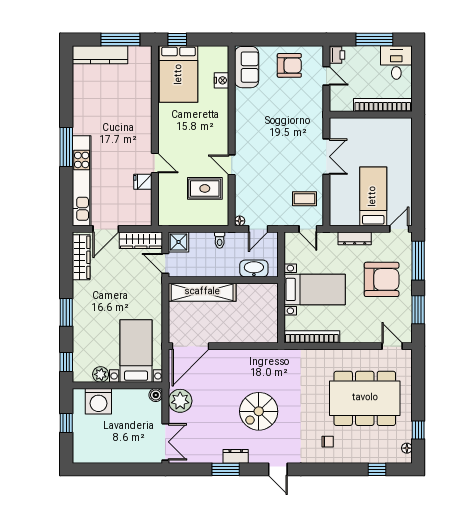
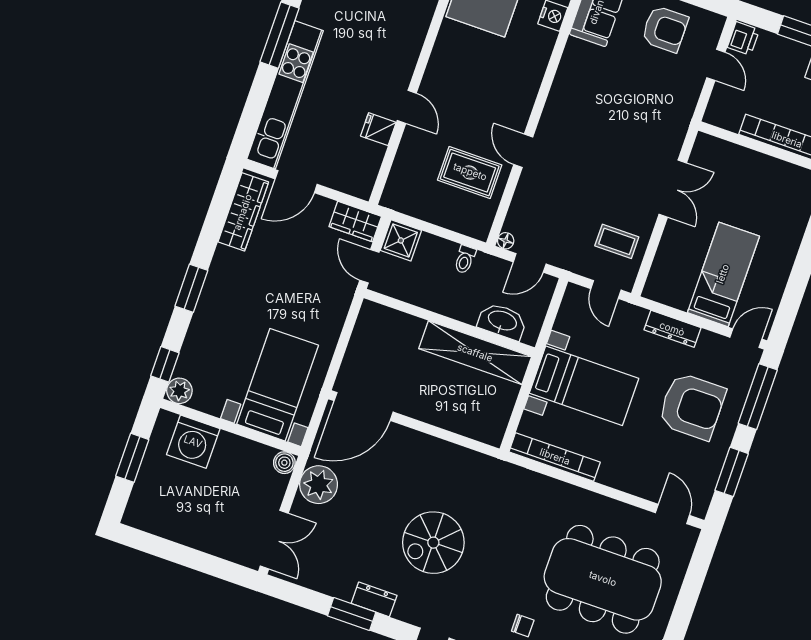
wardrobe: (141, 240) -> (355, 222), width x0.67
shelving: (202, 292) -> (475, 353), moved
plant: (101, 374) -> (179, 391), moved
window: (66, 423) -> (132, 458), width x1.50

